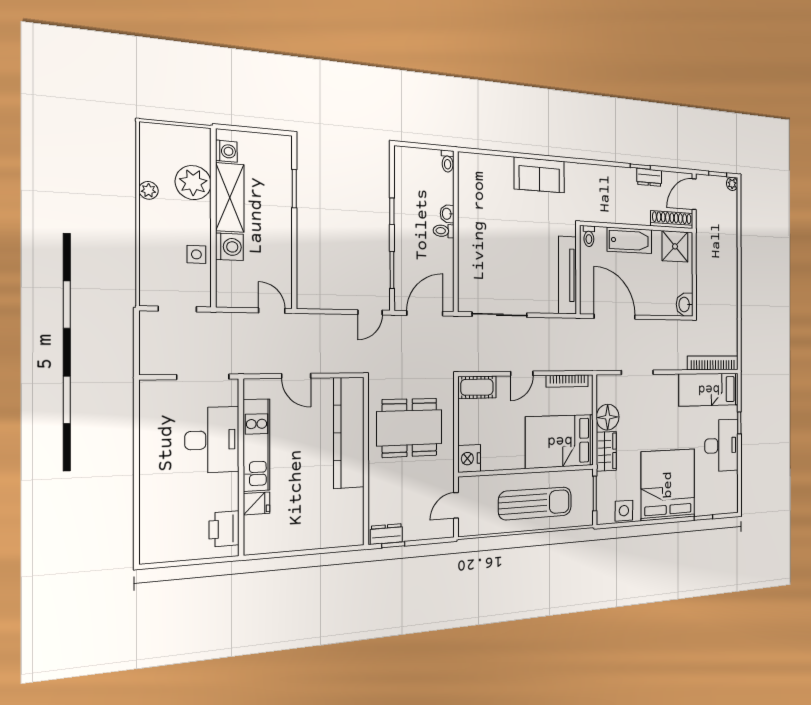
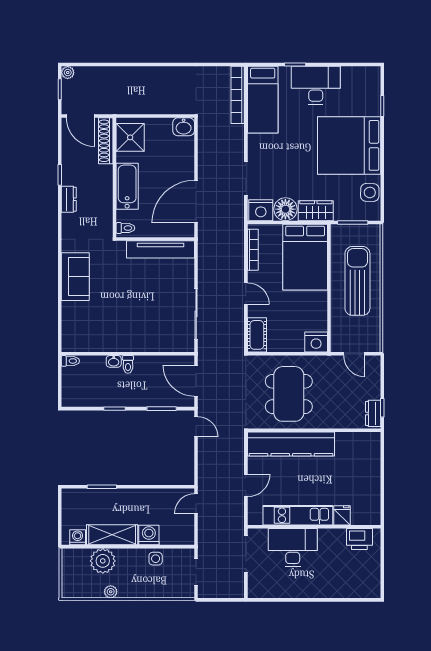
dresser: (649, 177) -> (69, 199), moved
nightstand: (607, 389) -> (261, 210), added

